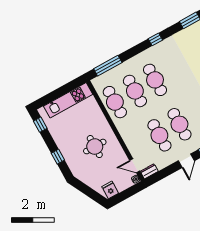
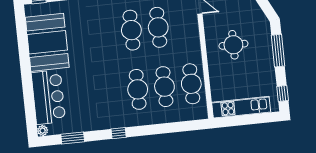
window: (108, 66) -> (182, 127), removed
window: (58, 157) -> (278, 51), width x2.17

